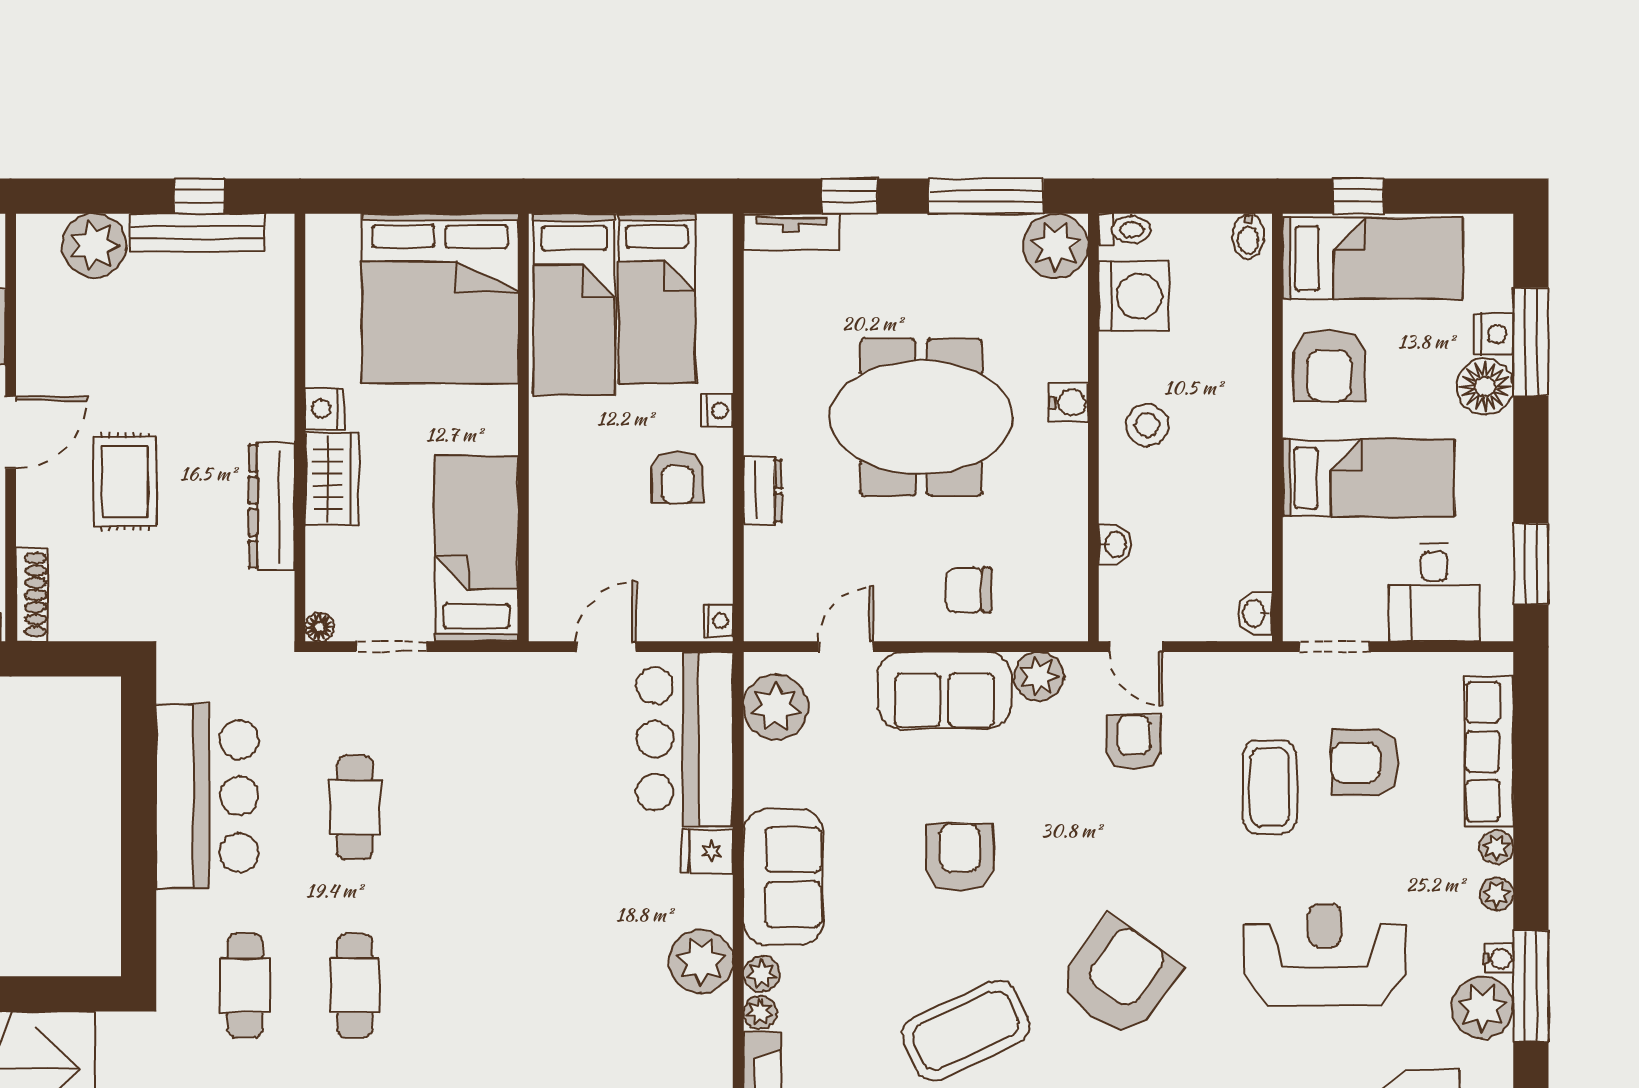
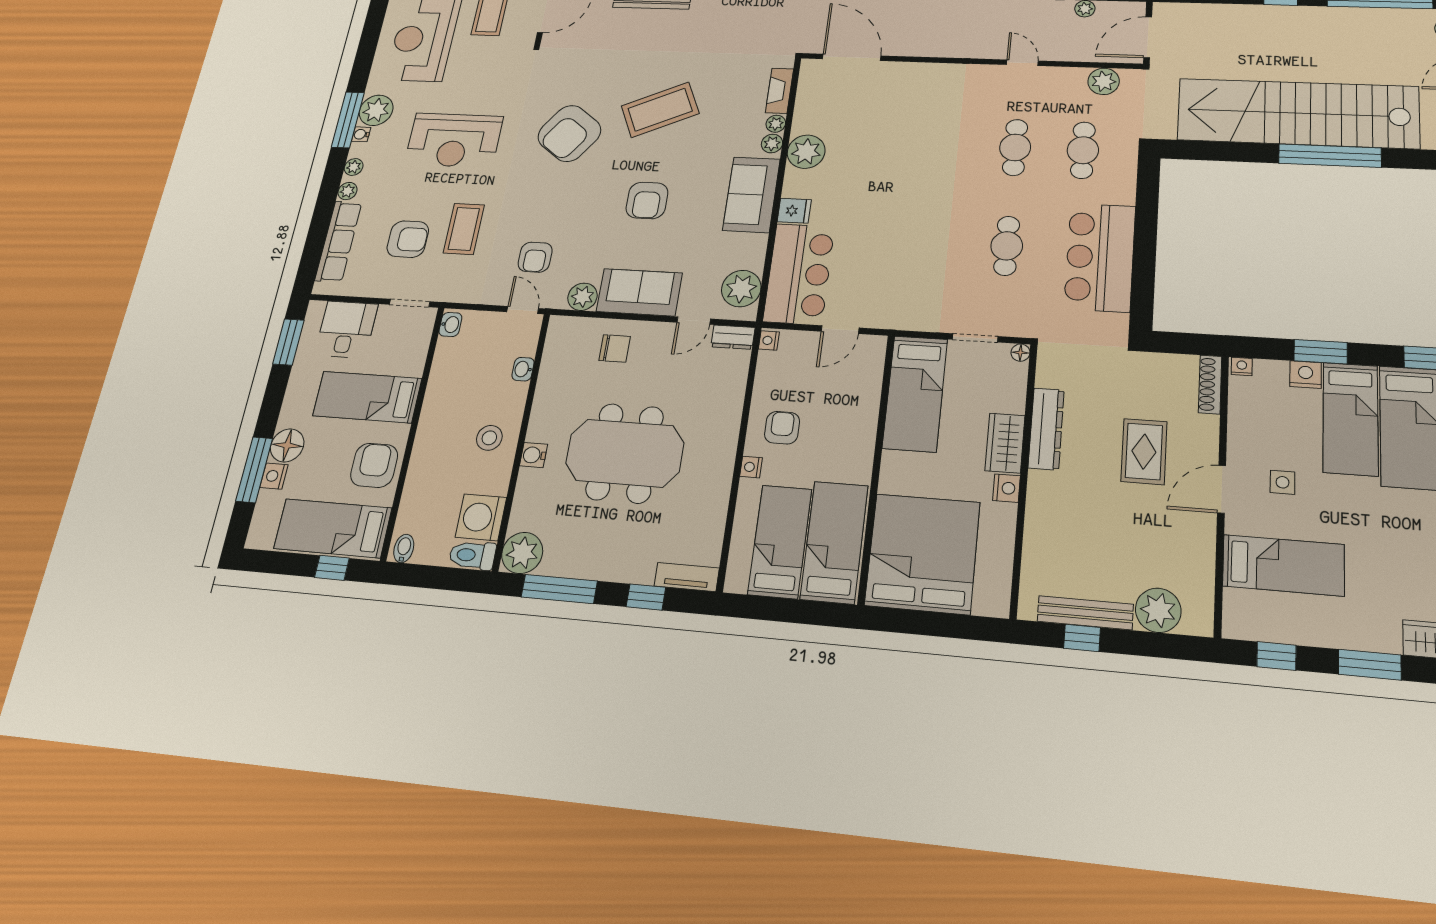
toilet: (1125, 230) -> (472, 555), width x1.37, depth x1.39
dresser: (763, 491) -> (733, 337), moved, turned -90

